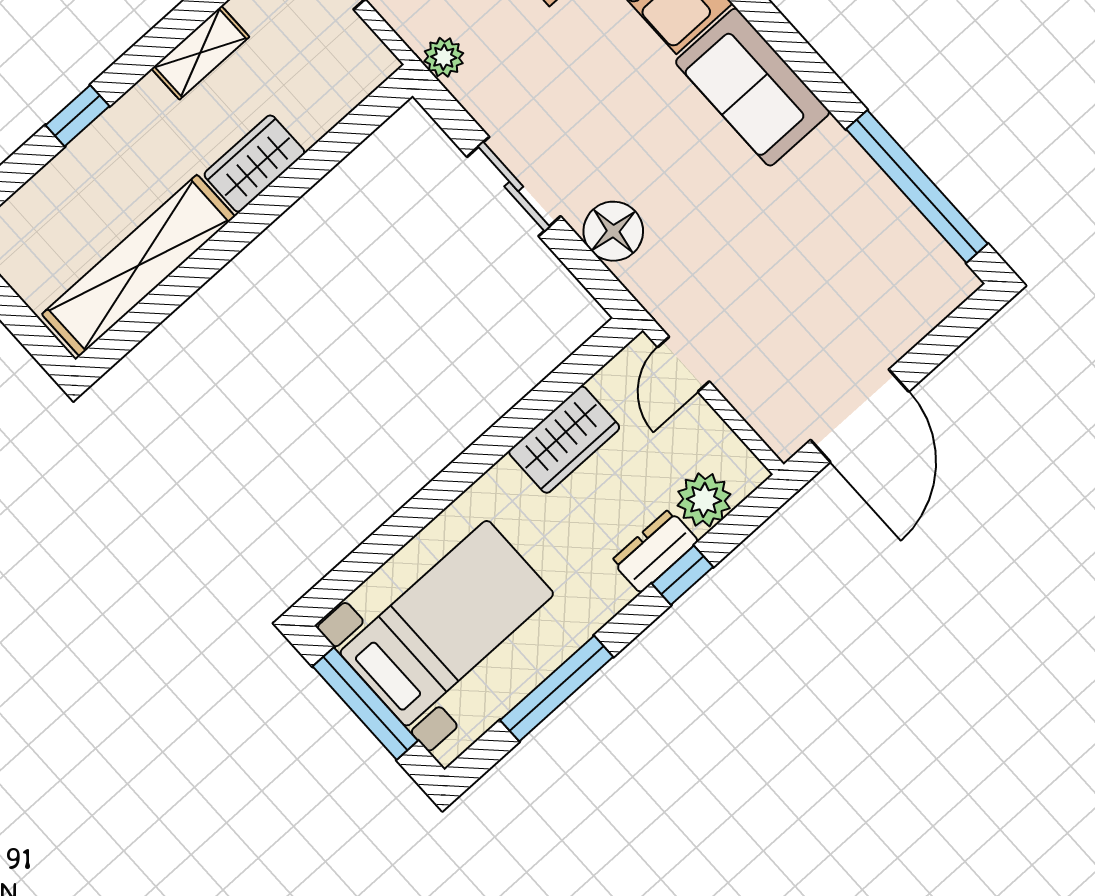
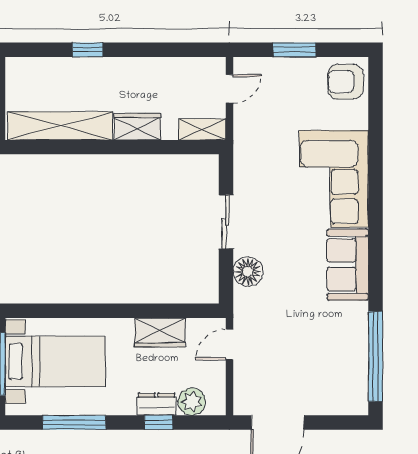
shelving: (200, 53) -> (202, 129), moved
plant: (444, 57) -> (243, 151), removed

